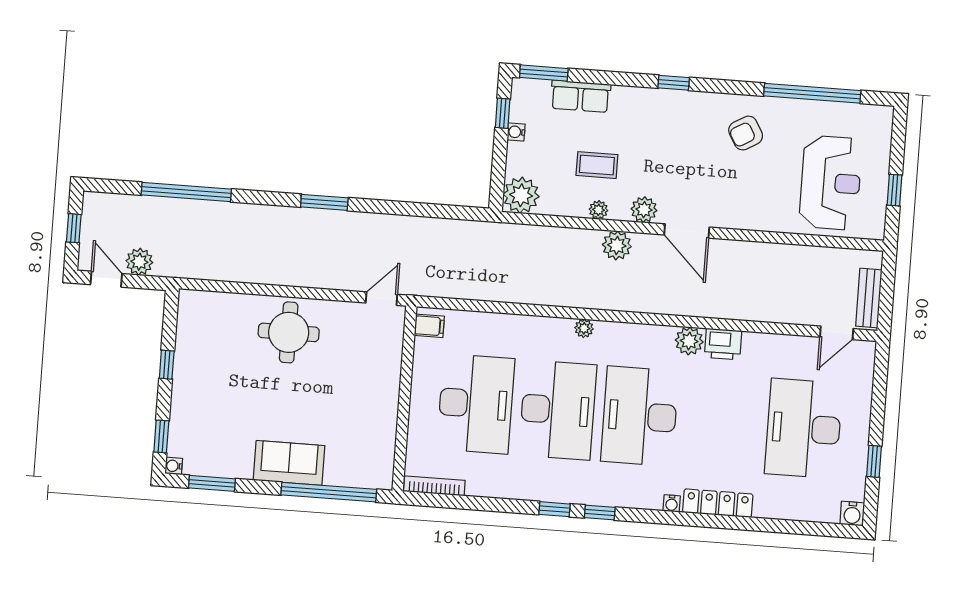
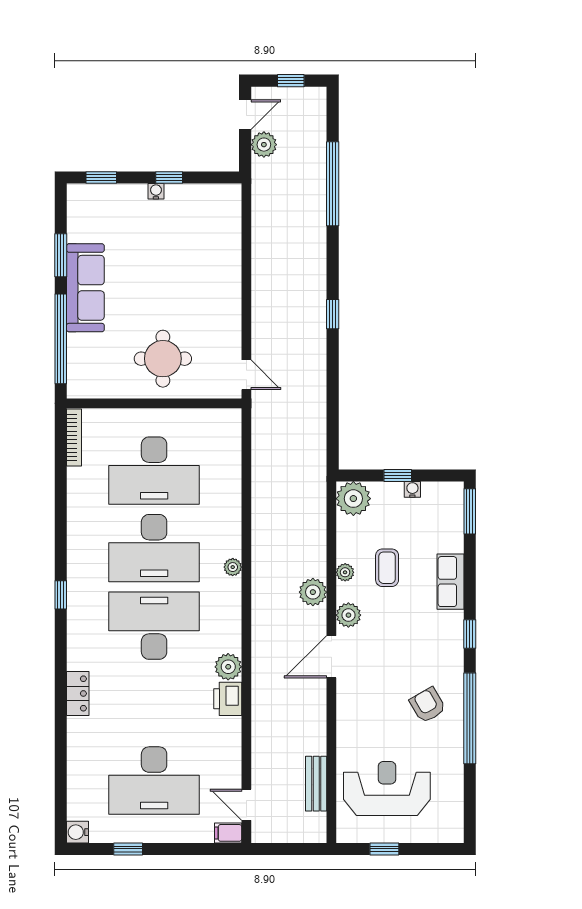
window: (812, 93) -> (470, 718), moved
row of seats: (580, 96) -> (450, 582), moved
window: (503, 113) -> (398, 475), moved
reception desk: (831, 183) -> (387, 789), turned 180
window: (324, 202) -> (333, 314), width x0.67
bench: (869, 298) -> (316, 784), moved, turned 90
filing cabinet: (429, 326) -> (228, 833), moved, turned 90
round table: (289, 332) -> (163, 359), moved
desk: (804, 428) -> (154, 780), turned 180
sofa: (289, 463) -> (85, 288), width x1.36
water cooler: (174, 466) -> (156, 191), moved
window: (212, 483) -> (61, 255), moved
water cooler: (672, 503) -> (74, 662), removed
locker: (718, 503) -> (78, 693), width x0.66
window: (554, 509) -> (61, 552), removed

